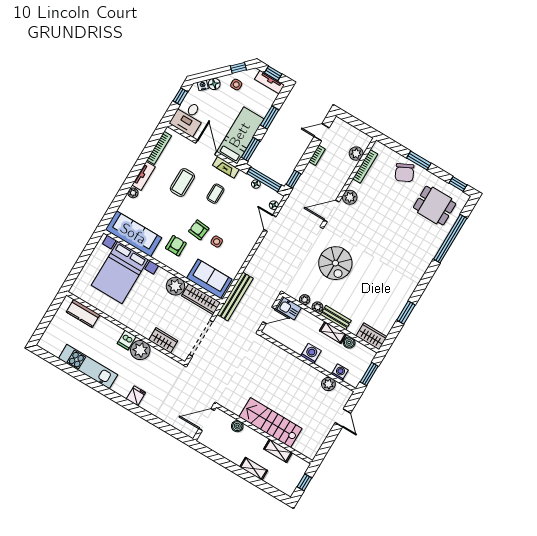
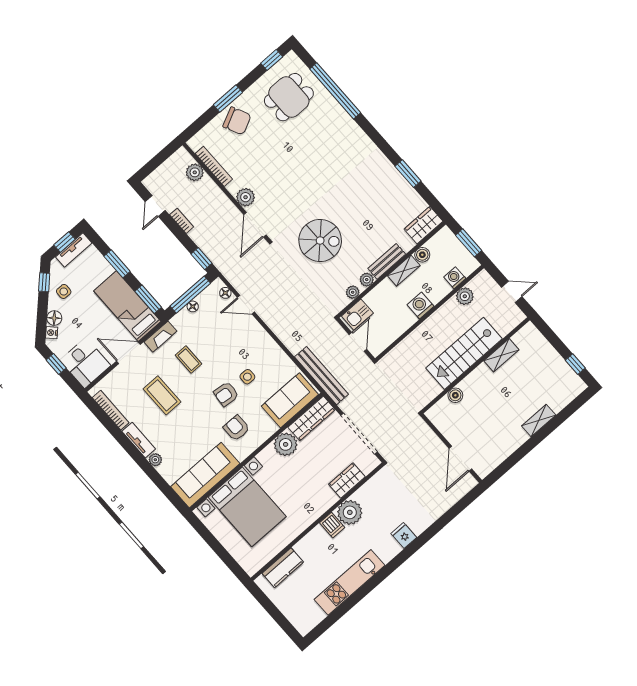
stairs: (270, 423) -> (464, 353), moved
boiler: (237, 426) -> (455, 395), moved
wall: (264, 434) -> (475, 365), moved
shelving: (278, 451) -> (501, 355), moved

